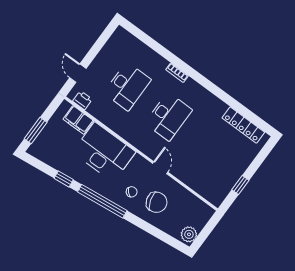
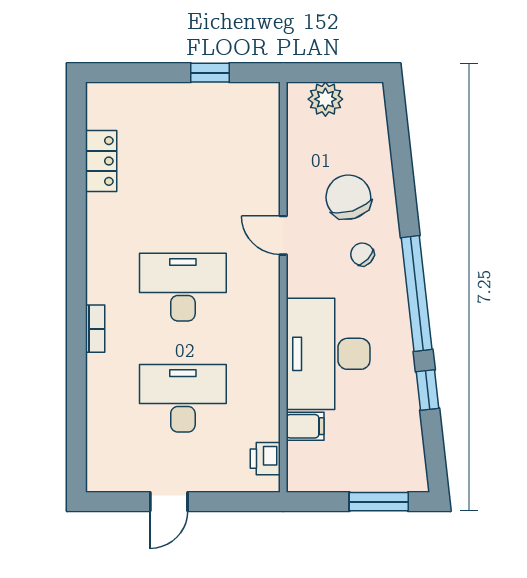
door: (78, 73) -> (169, 502), moved
filing cabinet: (78, 120) -> (305, 426), width x0.50
locker: (243, 125) -> (101, 161), width x0.66
door: (160, 168) -> (283, 235), hinge flipped
plant: (189, 234) -> (325, 99), moved

